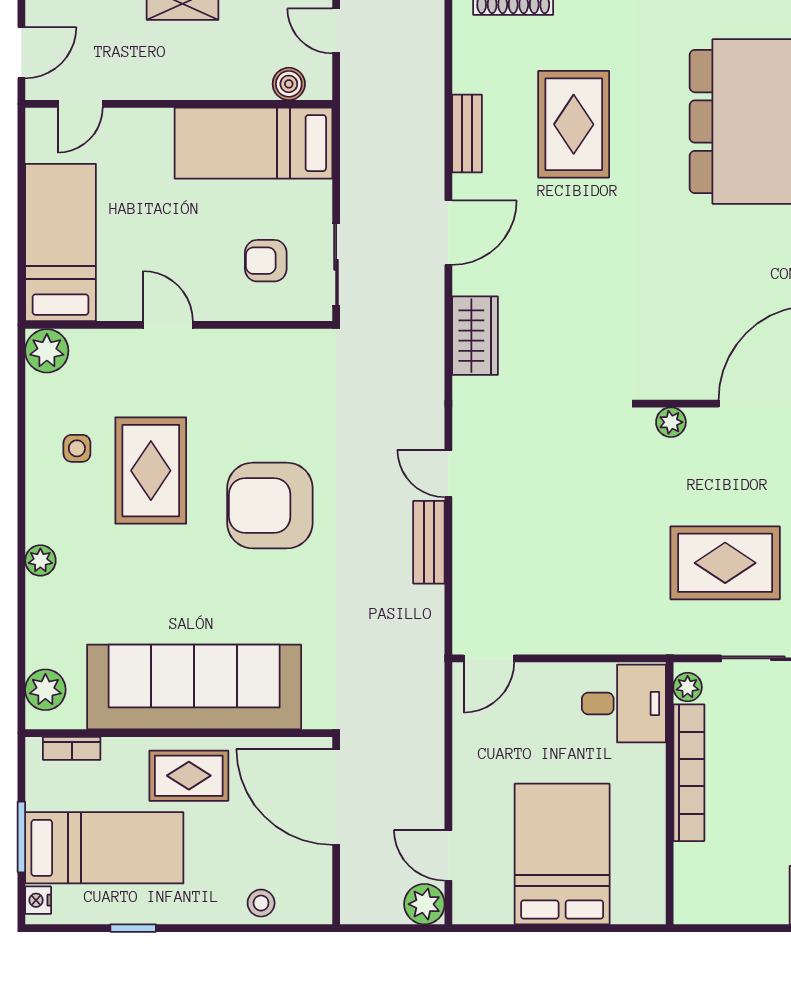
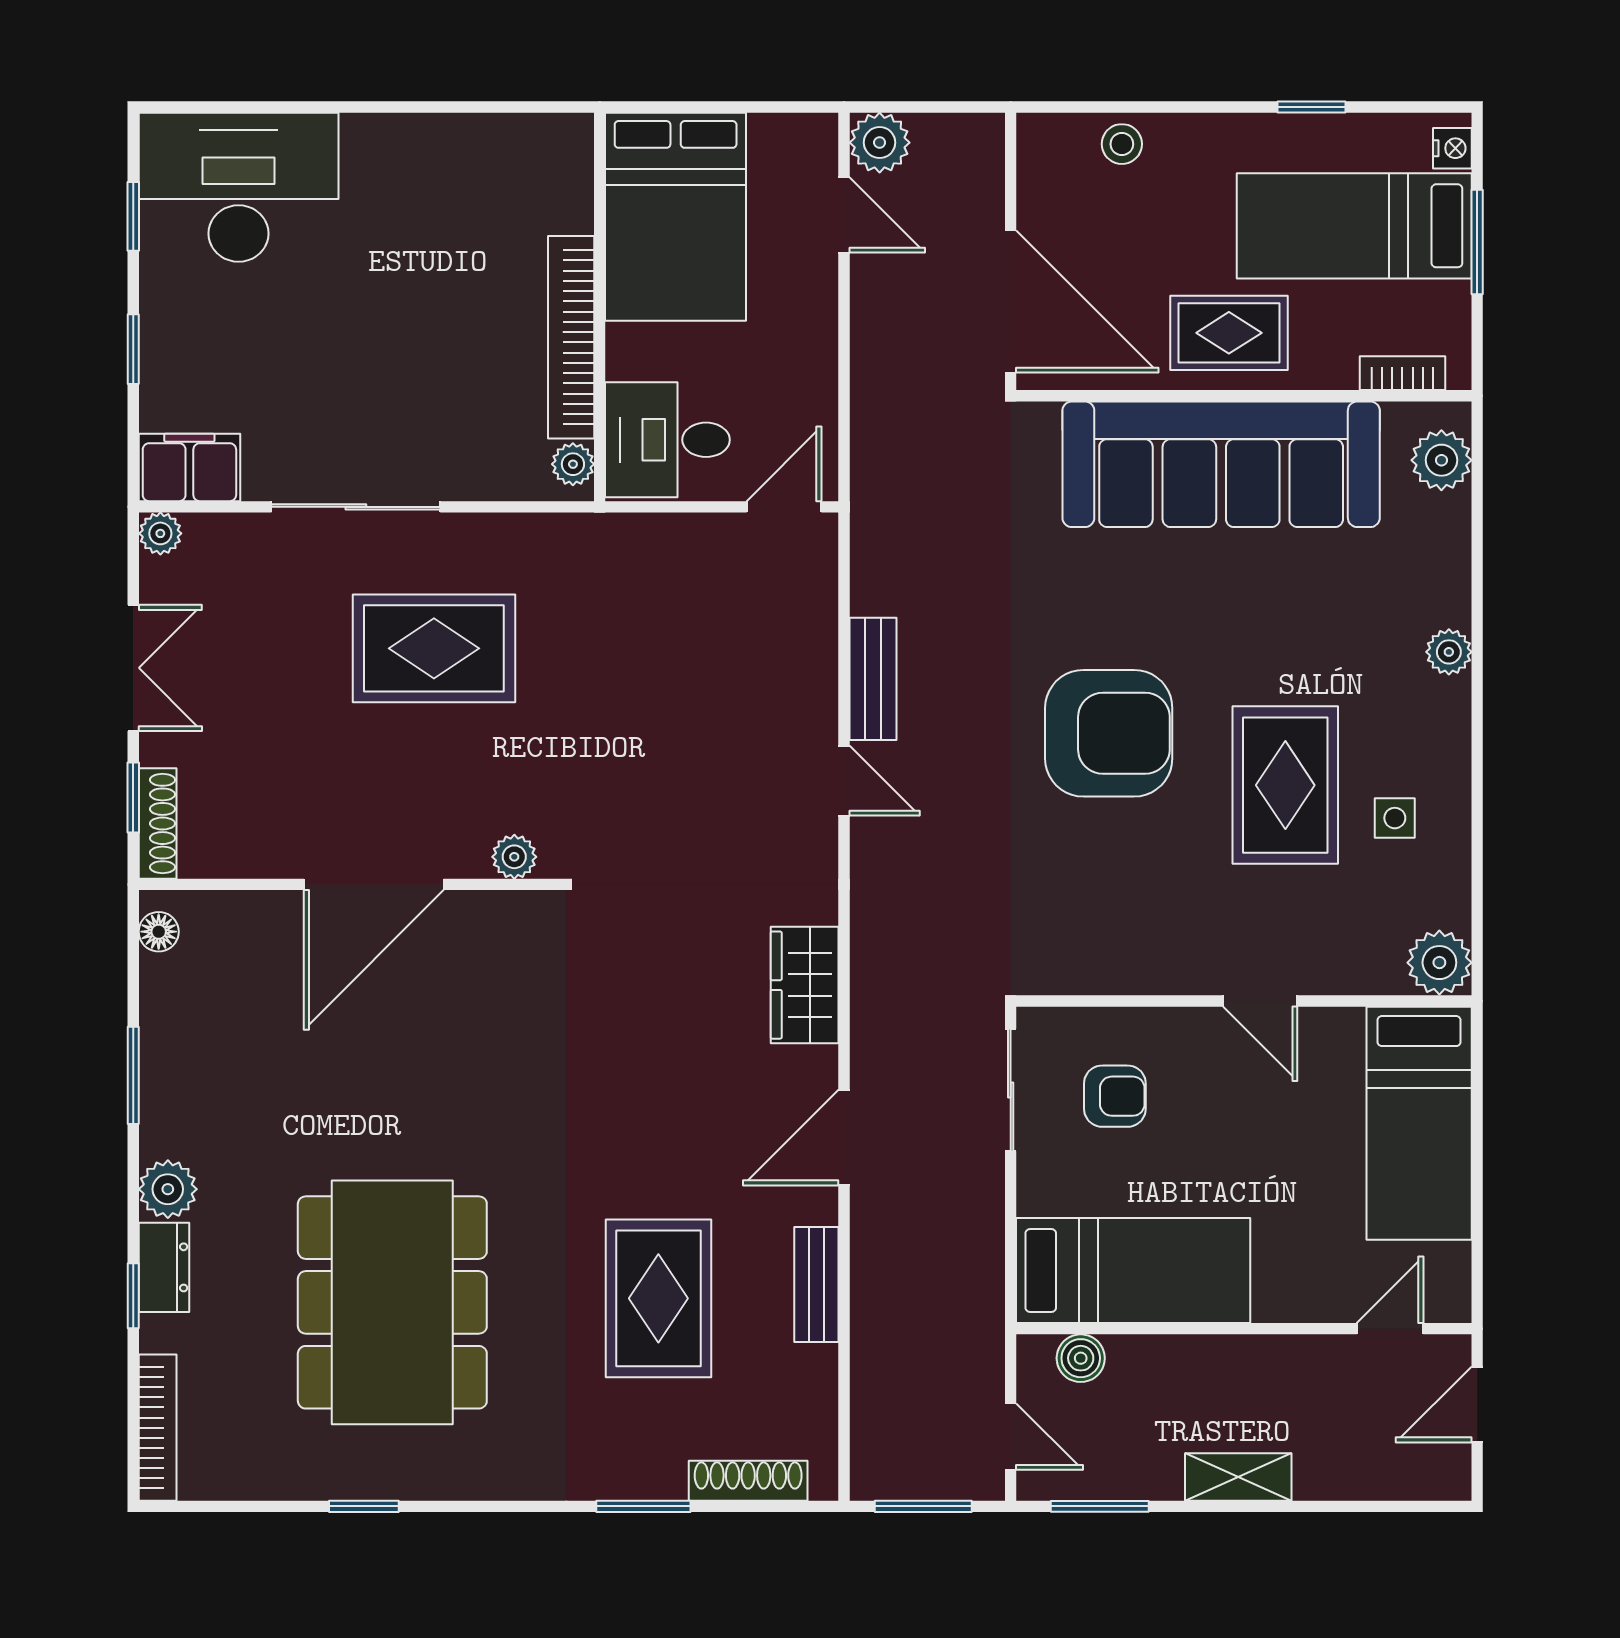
plant: (688, 687) -> (573, 464), moved
desk: (624, 704) -> (667, 440), moved
bookcase: (689, 773) -> (571, 337), moved
wall: (670, 793) -> (600, 307), moved

